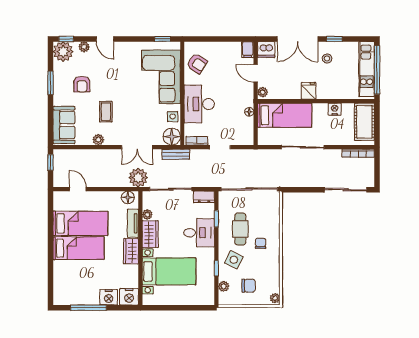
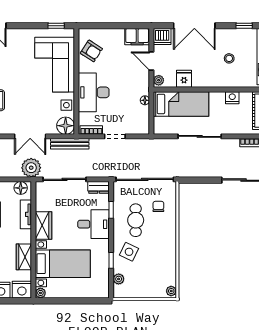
window: (334, 39) -> (244, 26), moved
filing cabinet: (248, 50) -> (137, 37), width x2.00
stool: (327, 58) -> (229, 58), moved
fridge: (309, 91) -> (184, 79), moved
bench: (176, 154) -> (70, 144), width x1.36
plant: (147, 215) -> (40, 293), moved
chair: (261, 243) -> (158, 206), moved
wardrobe: (131, 251) -> (24, 257), moved
chair: (249, 286) -> (144, 278), removed

